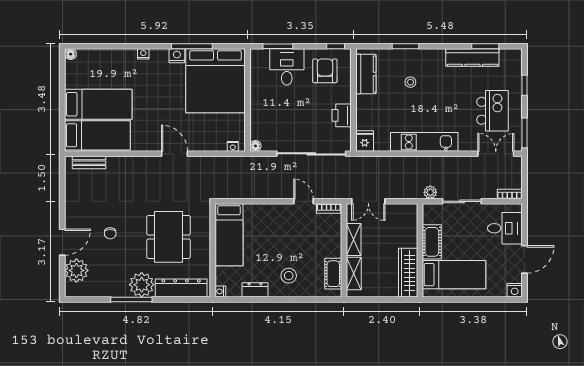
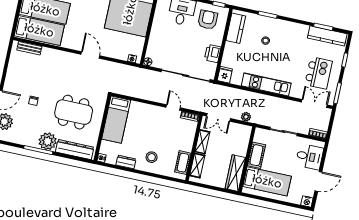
kitchen counter: (472, 57) -> (327, 36), moved
plant: (430, 192) -> (246, 117), moved
dining table: (169, 237) -> (74, 112), turned 90

